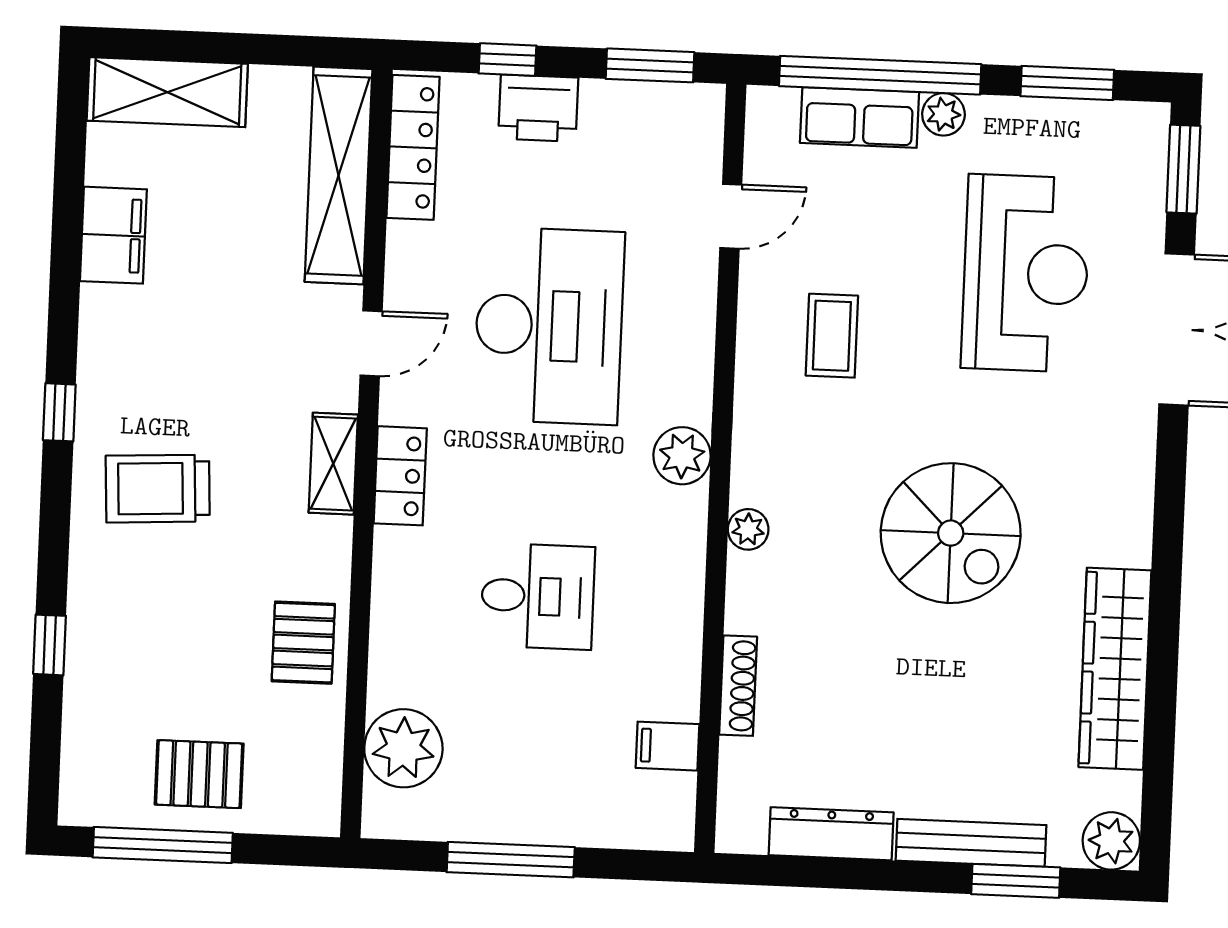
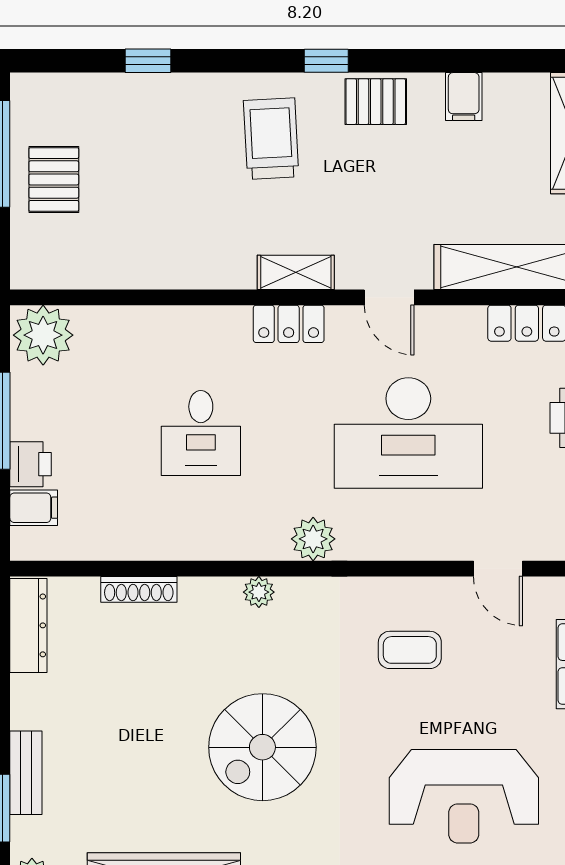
filing cabinet: (113, 235) -> (464, 97), width x0.50
pallet: (303, 643) -> (376, 102), moved
filing cabinet: (668, 746) -> (34, 508), moved, turned 90
plant: (403, 748) -> (43, 335), moved
printer: (569, 820) -> (31, 464), added
dresser: (831, 834) -> (28, 625), moved
bench: (971, 843) -> (26, 773), width x0.73

